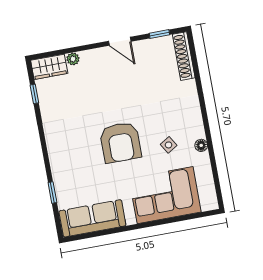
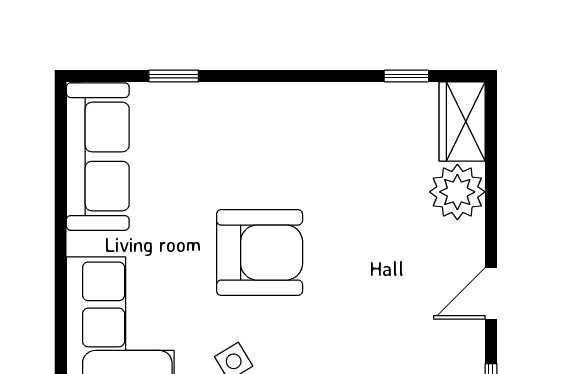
plant: (73, 59) -> (457, 192), width x1.87, depth x1.87
armchair: (120, 142) -> (260, 253), turned 180

